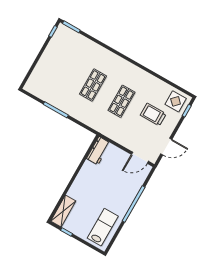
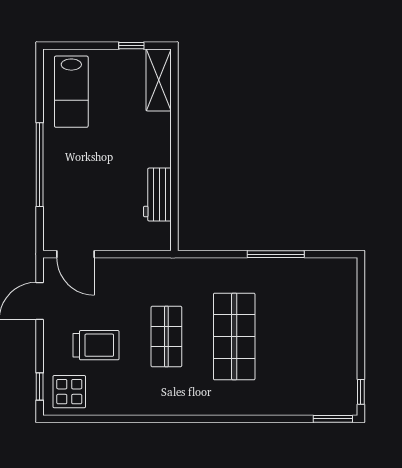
shop shelf: (93, 85) -> (234, 337), width x1.43, depth x1.36
workbench: (98, 151) -> (157, 195), moved
door: (140, 158) -> (75, 254), swing flipped

